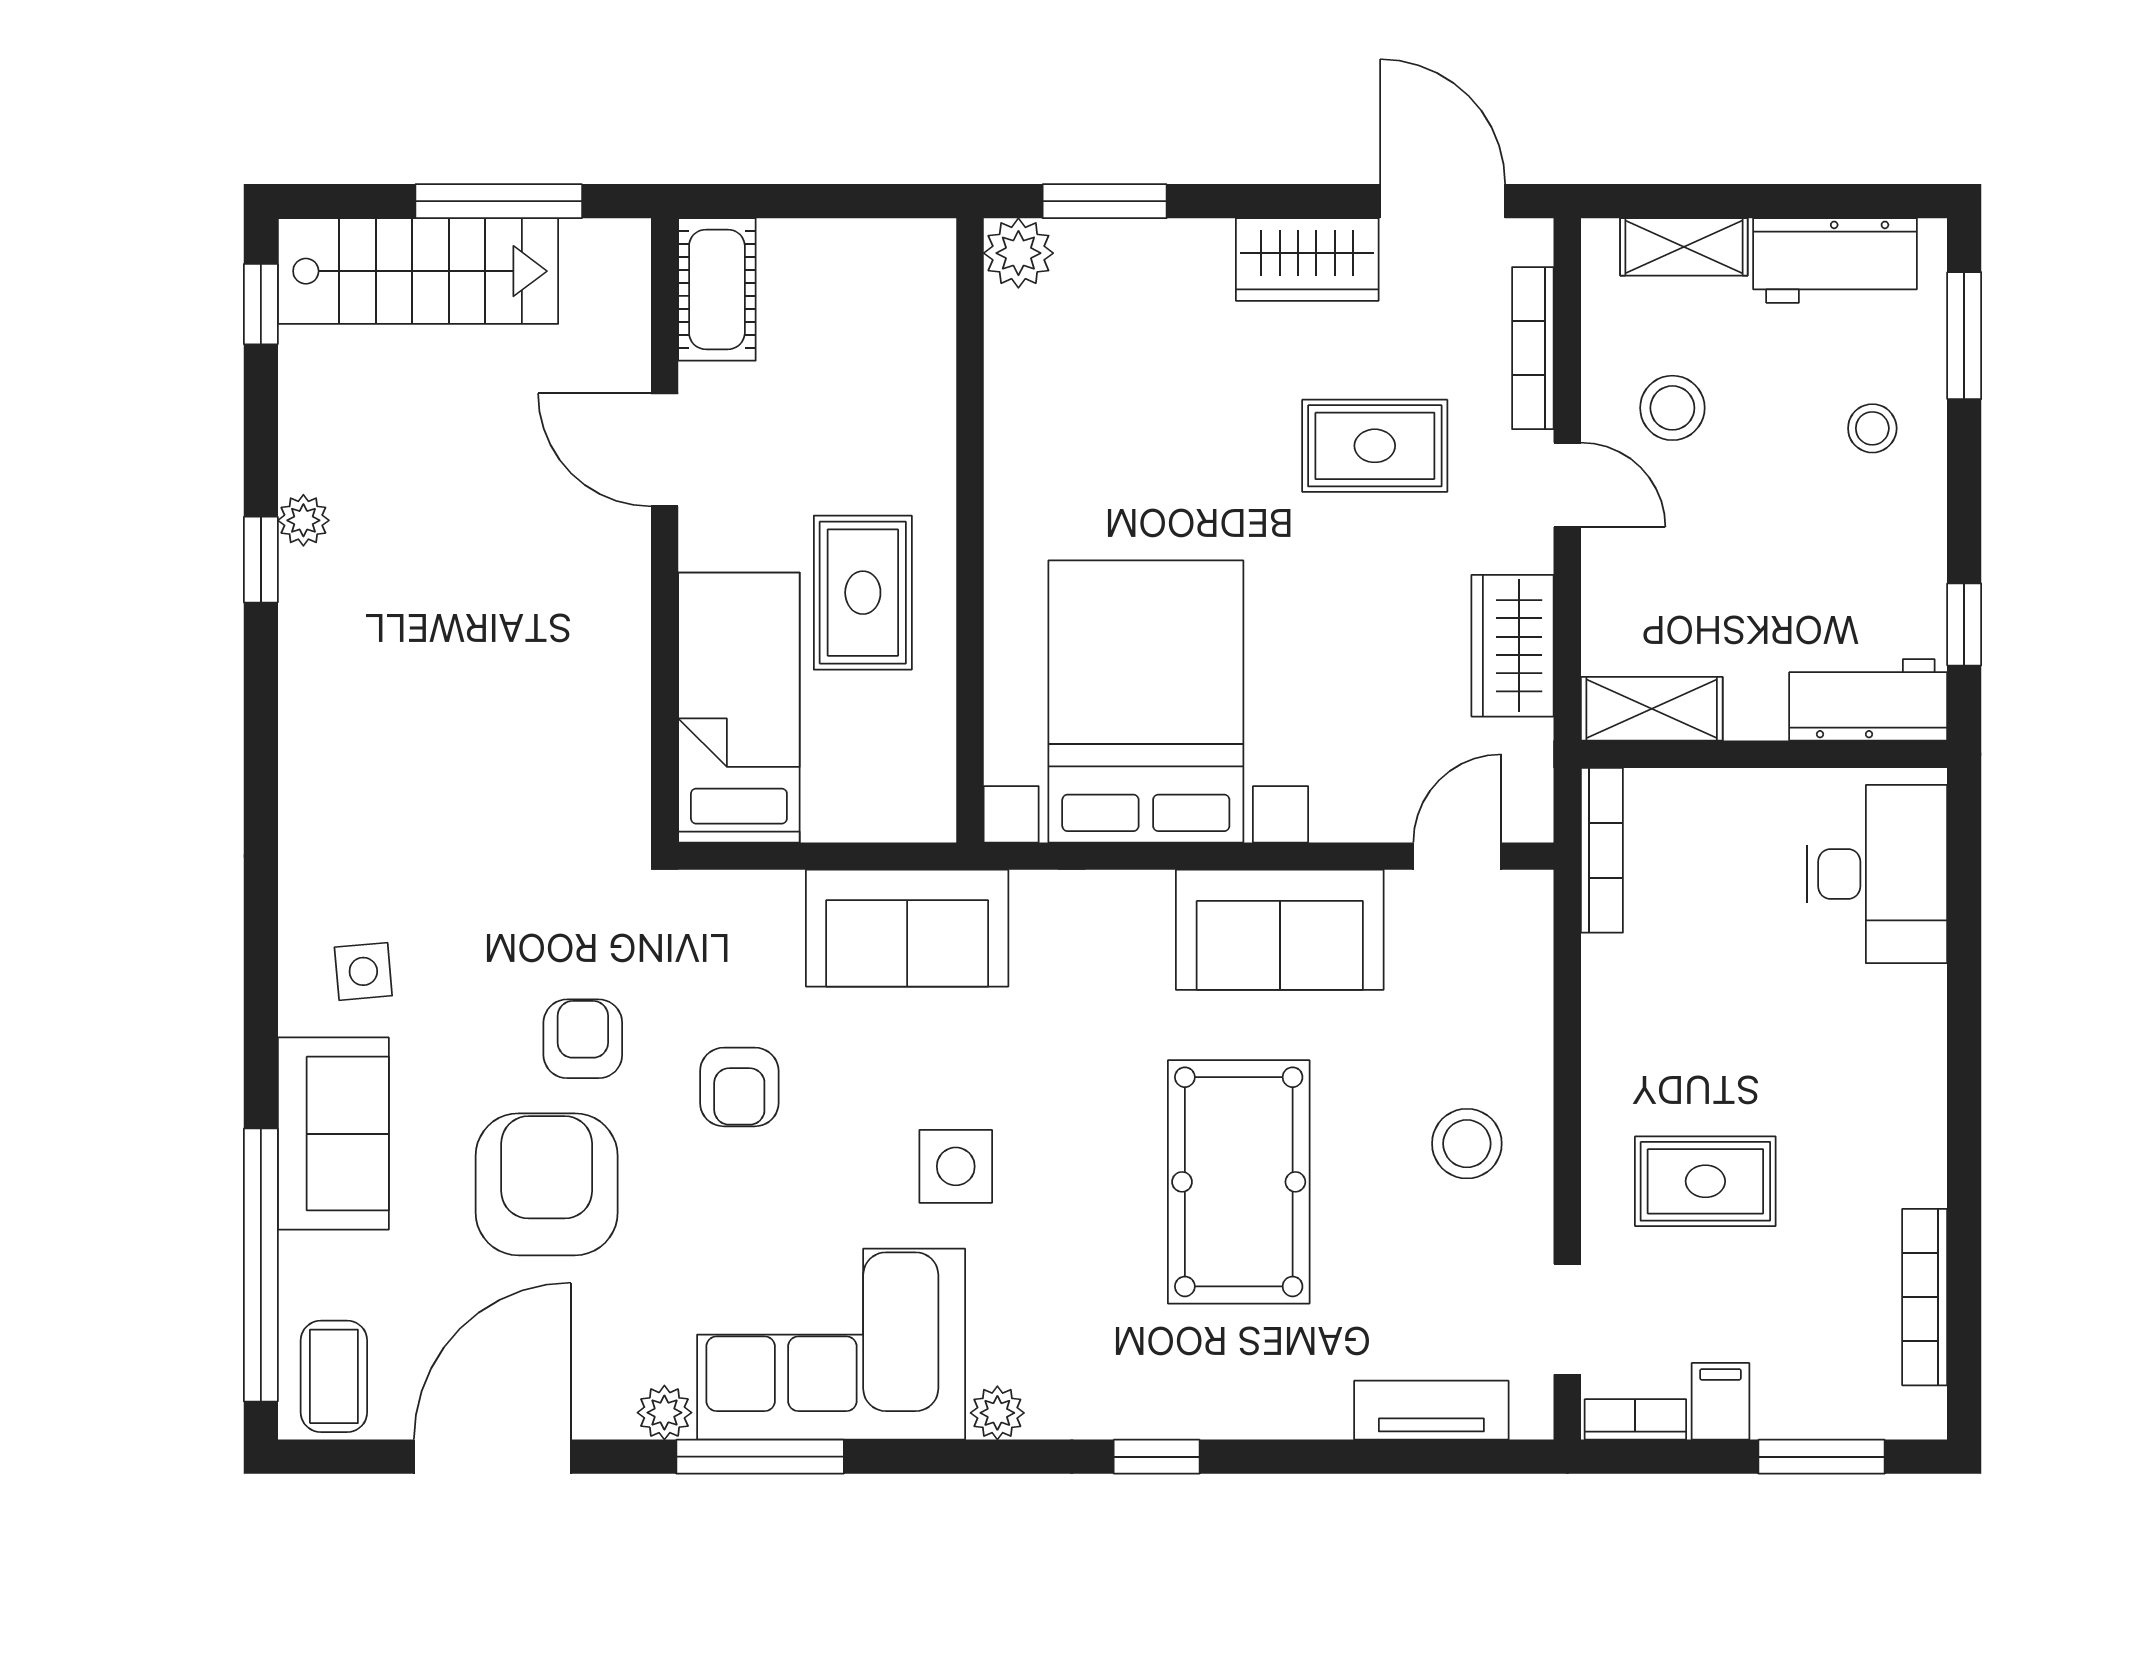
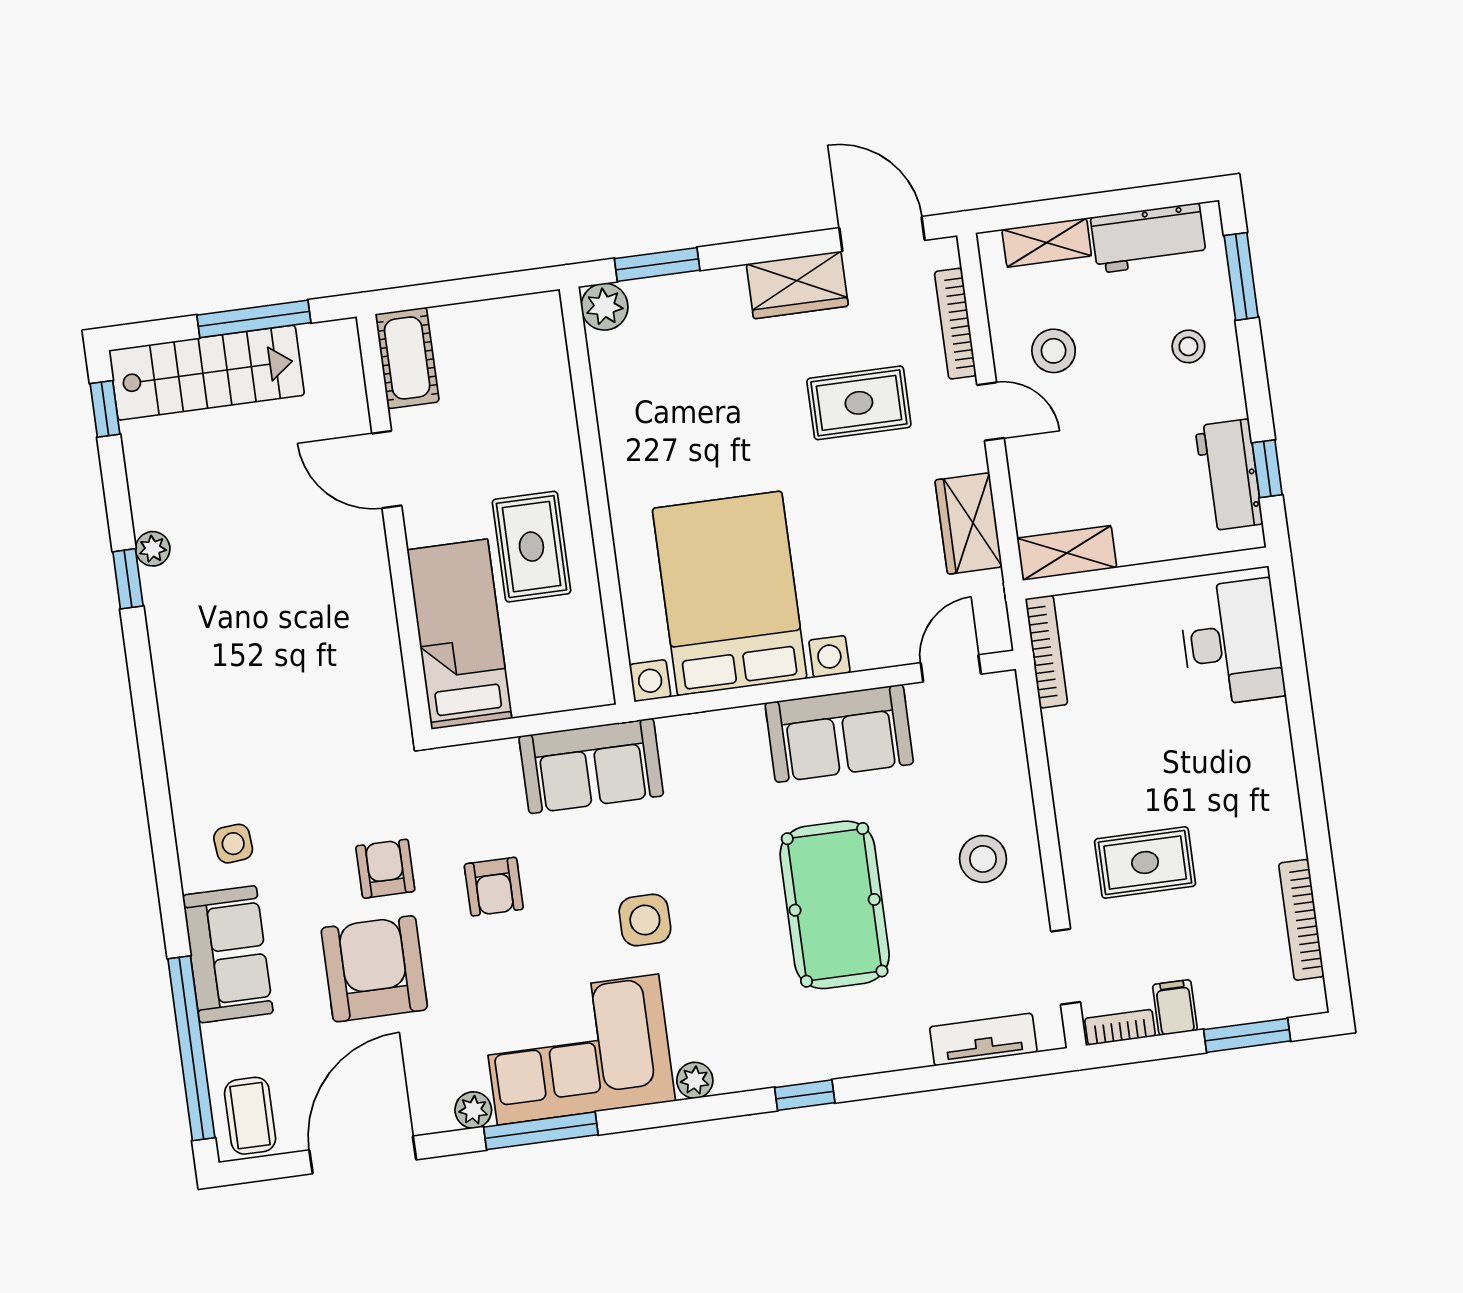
workbench: (1868, 700) -> (1229, 475), moved, turned -90

